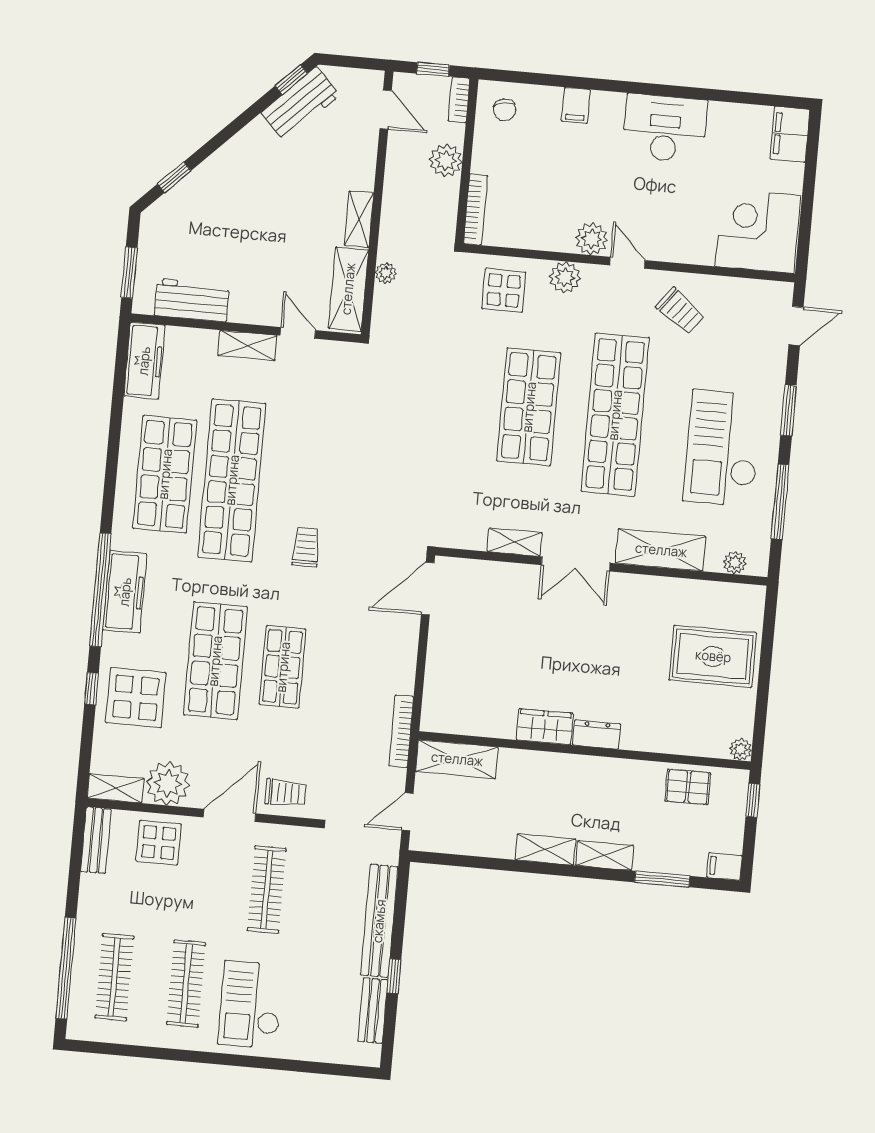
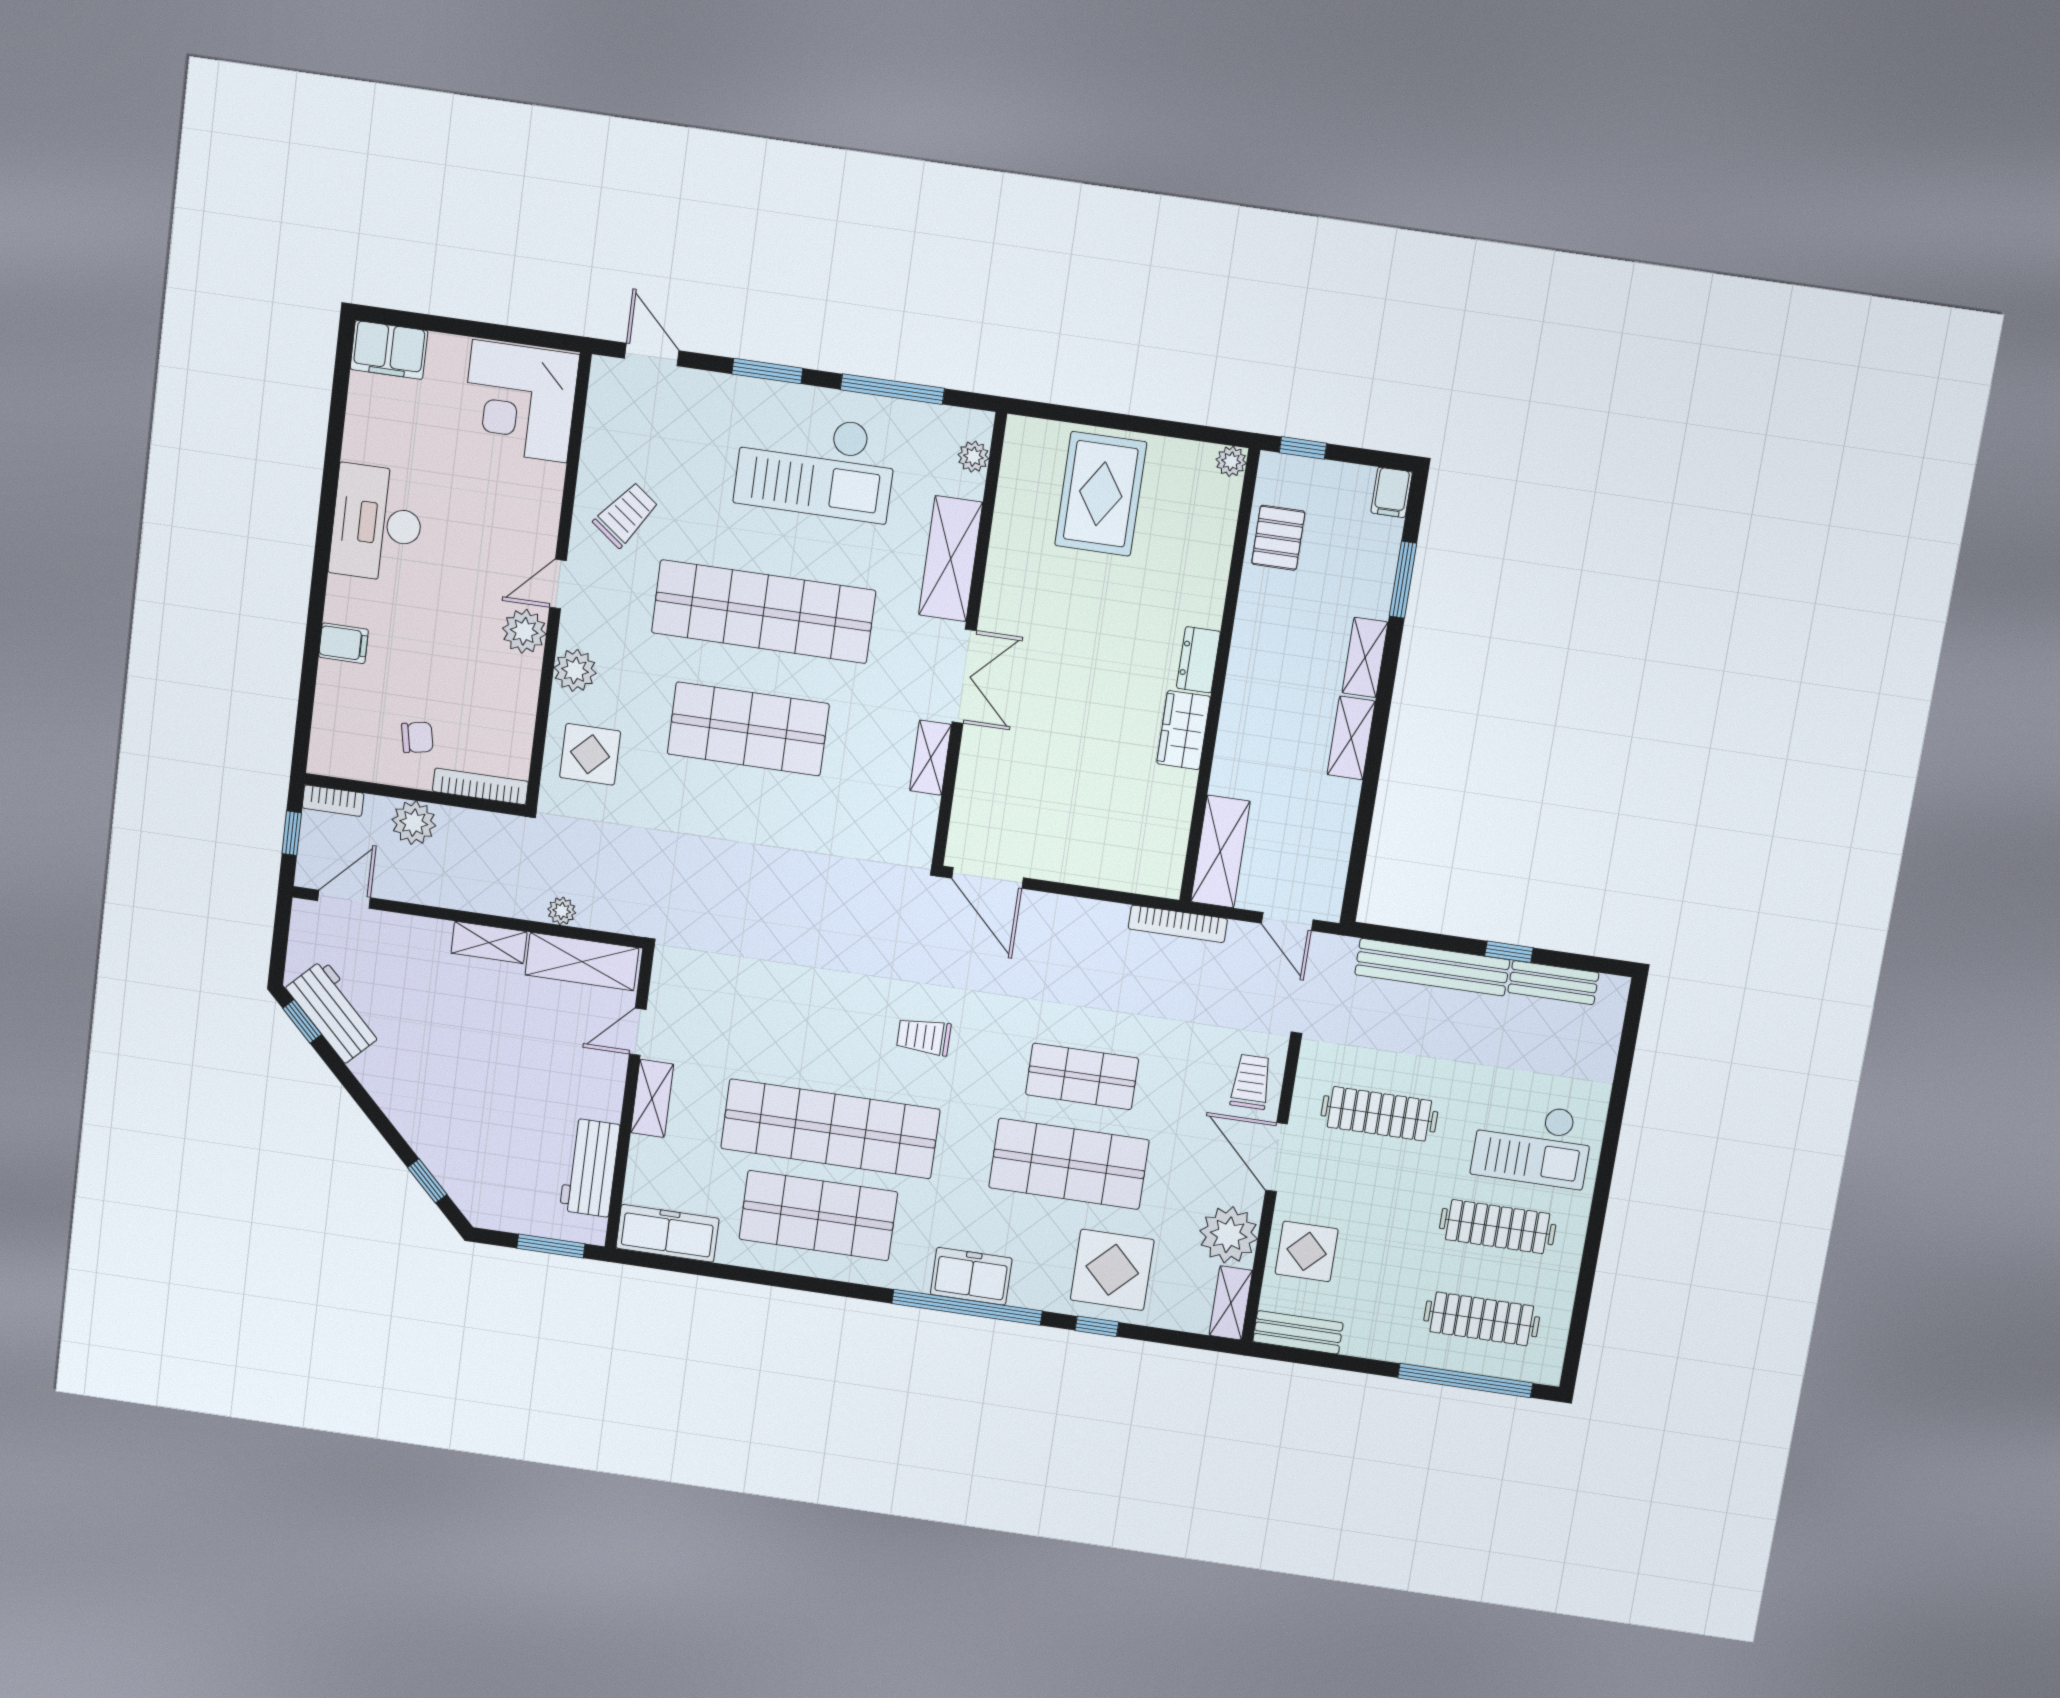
chair: (505, 110) -> (417, 737), moved
freezer: (125, 592) -> (971, 1276), width x0.71

